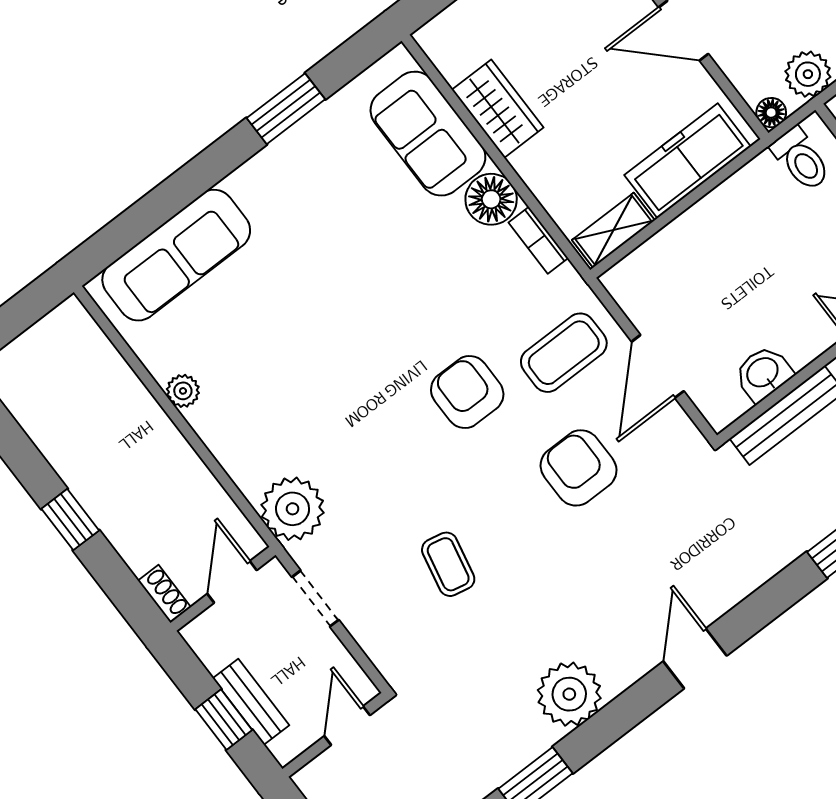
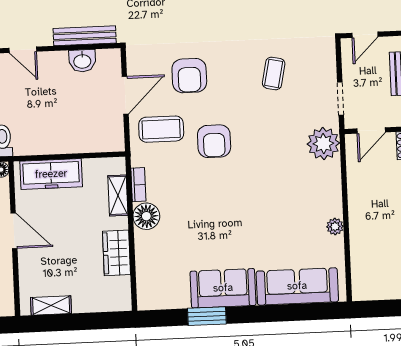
sofa: (428, 134) -> (223, 288), moved, turned -90
shelving: (613, 230) -> (118, 195), moved, turned 90

